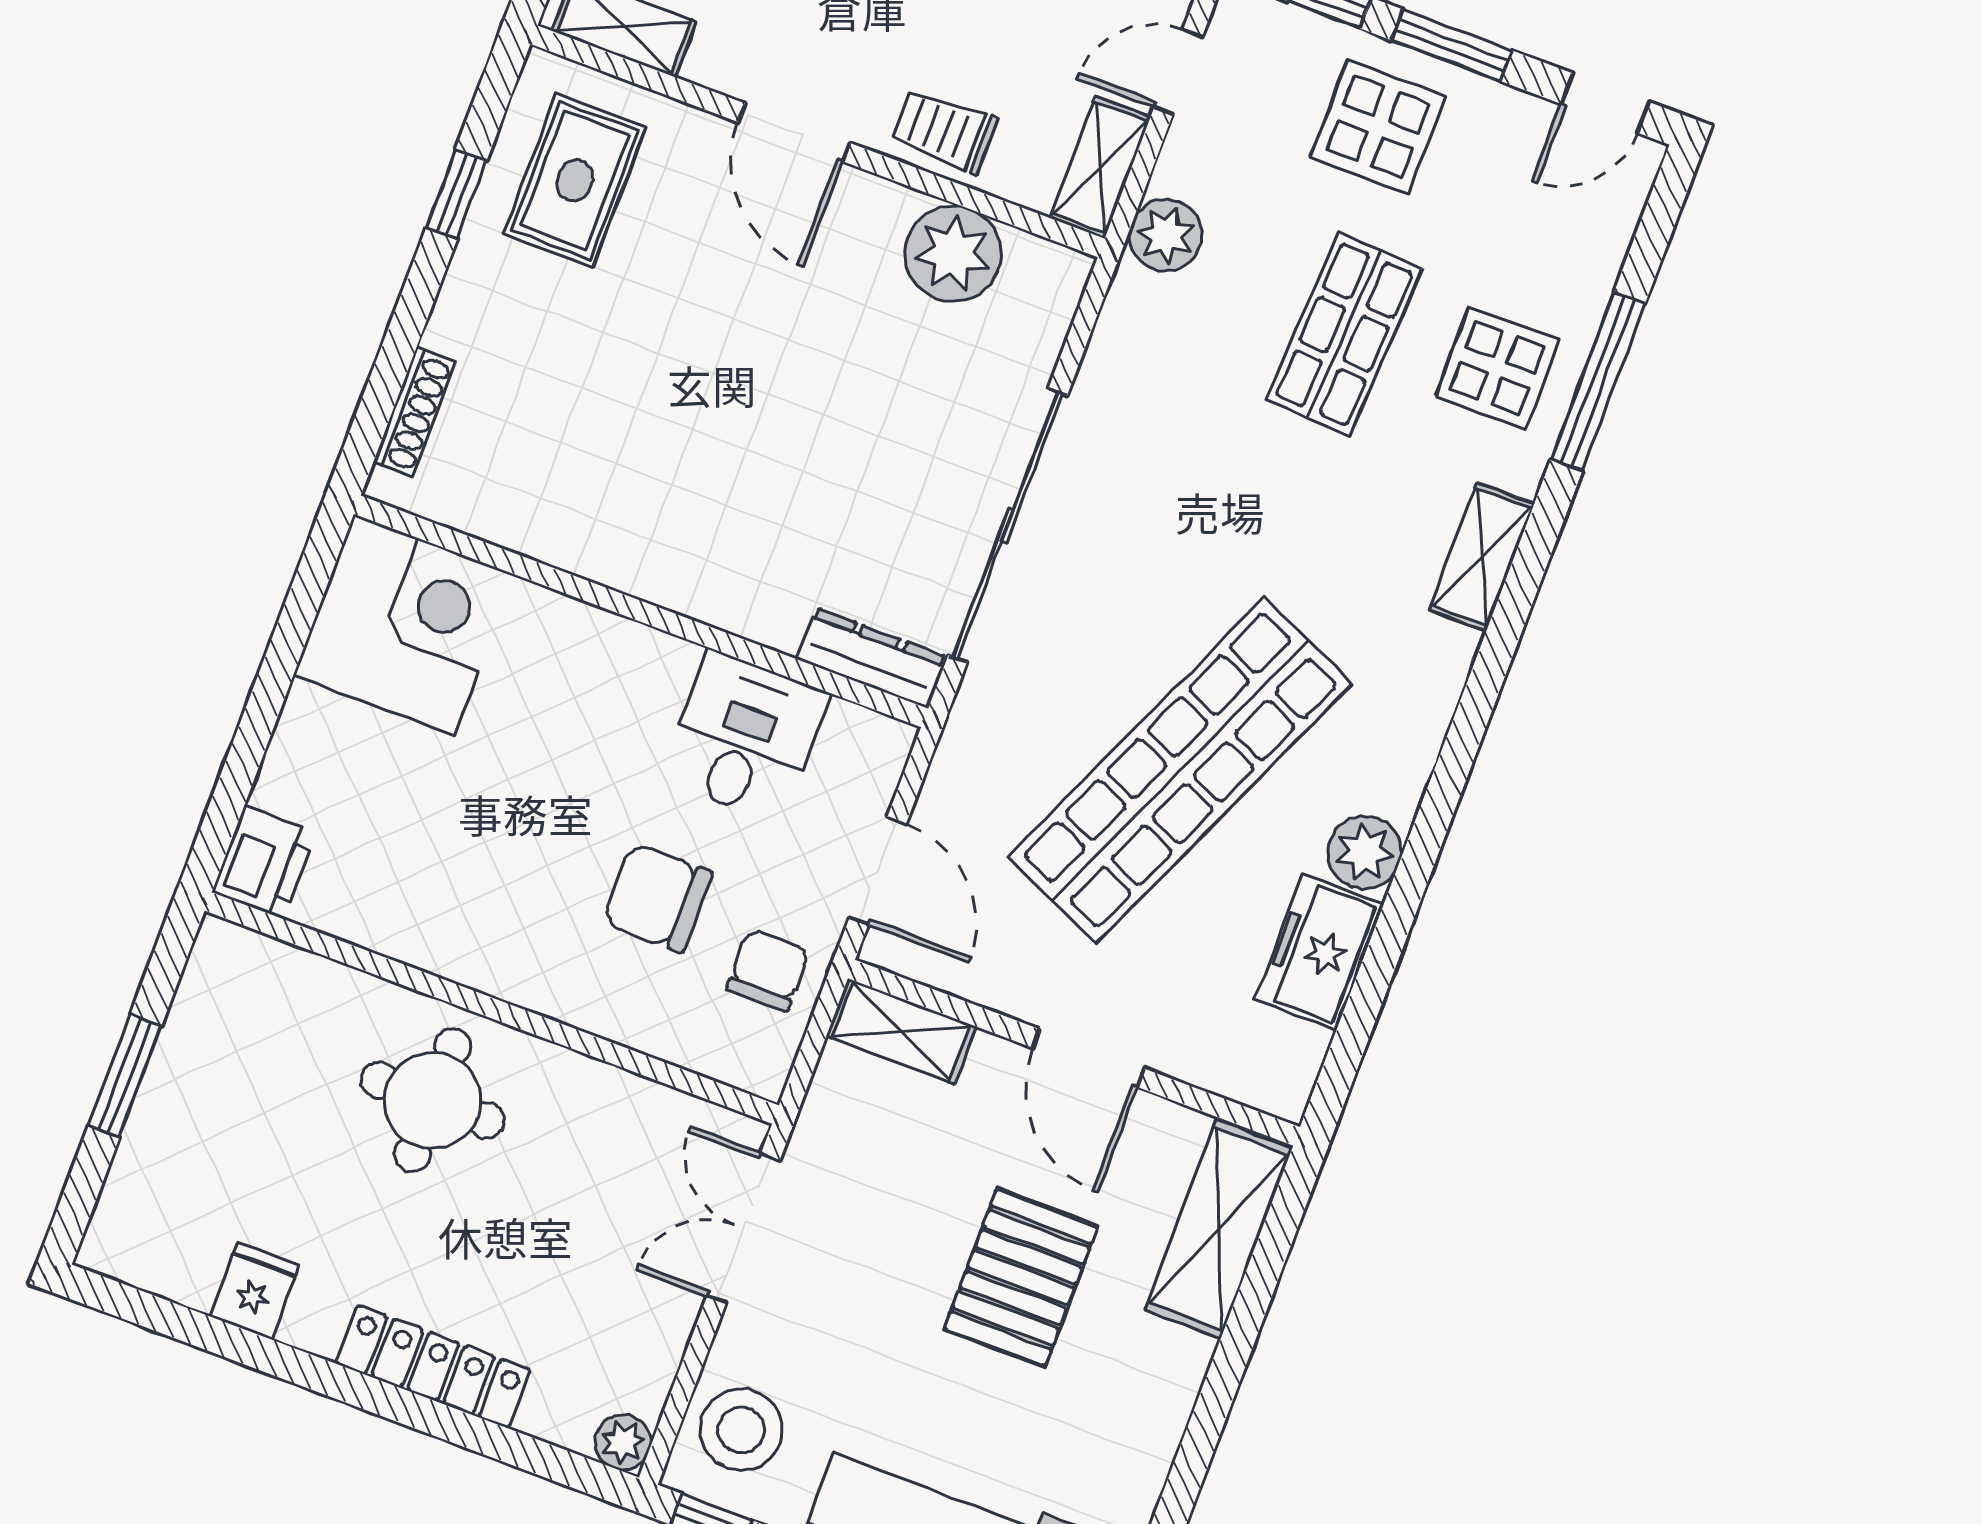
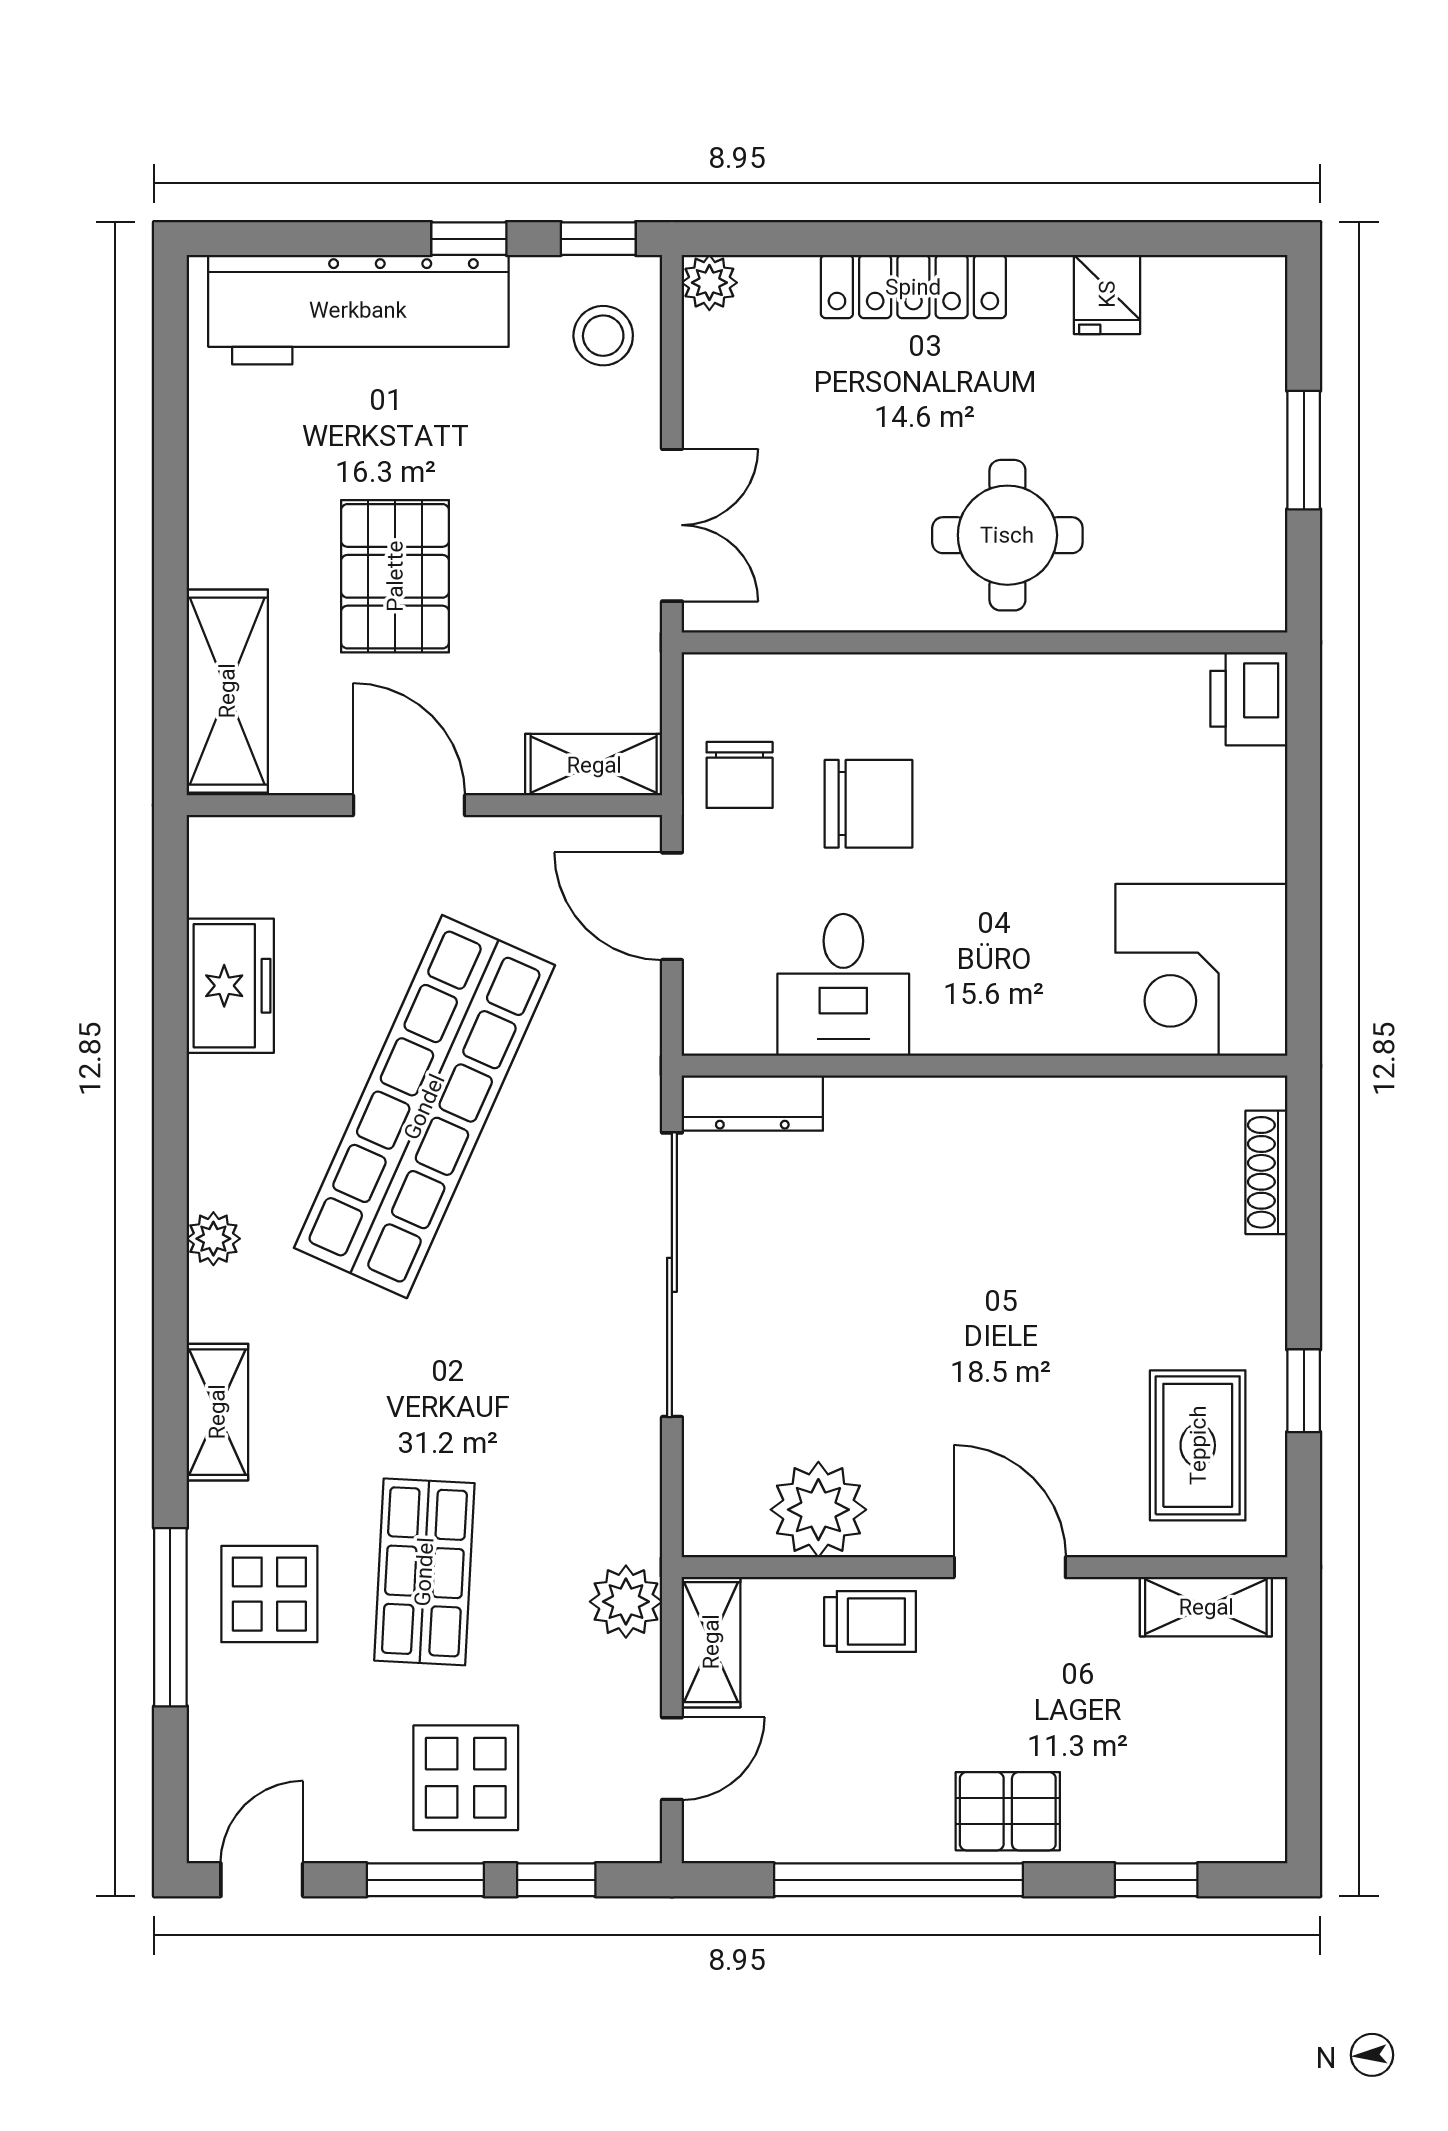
plant: (1364, 852) -> (213, 1239), moved, width x0.73, depth x0.73
stool: (741, 1430) -> (603, 336), width x0.73, depth x0.73

